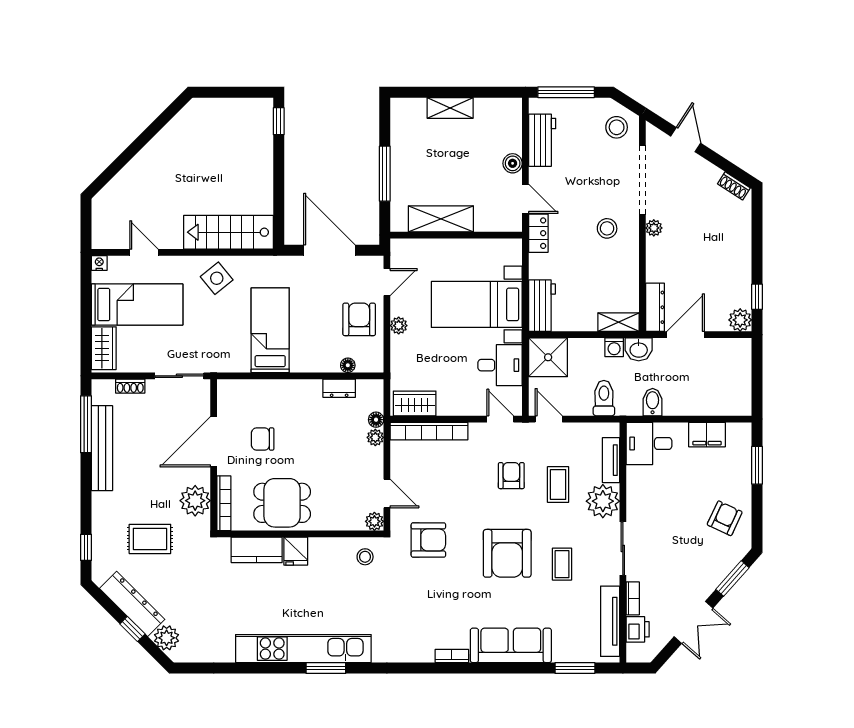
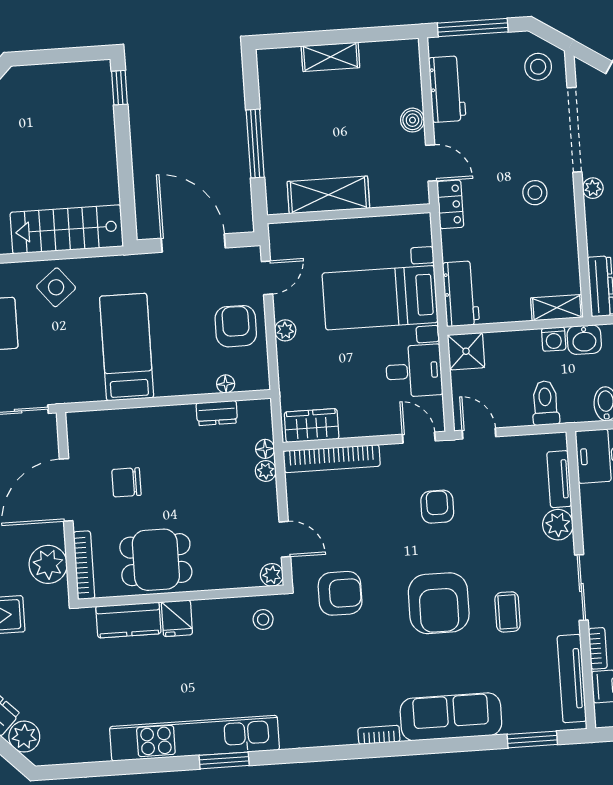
shower: (548, 357) -> (466, 351), width x0.73, depth x0.73
coffee table: (558, 484) -> (496, 514), removed
plant: (603, 501) -> (558, 525), width x0.73, depth x0.73

